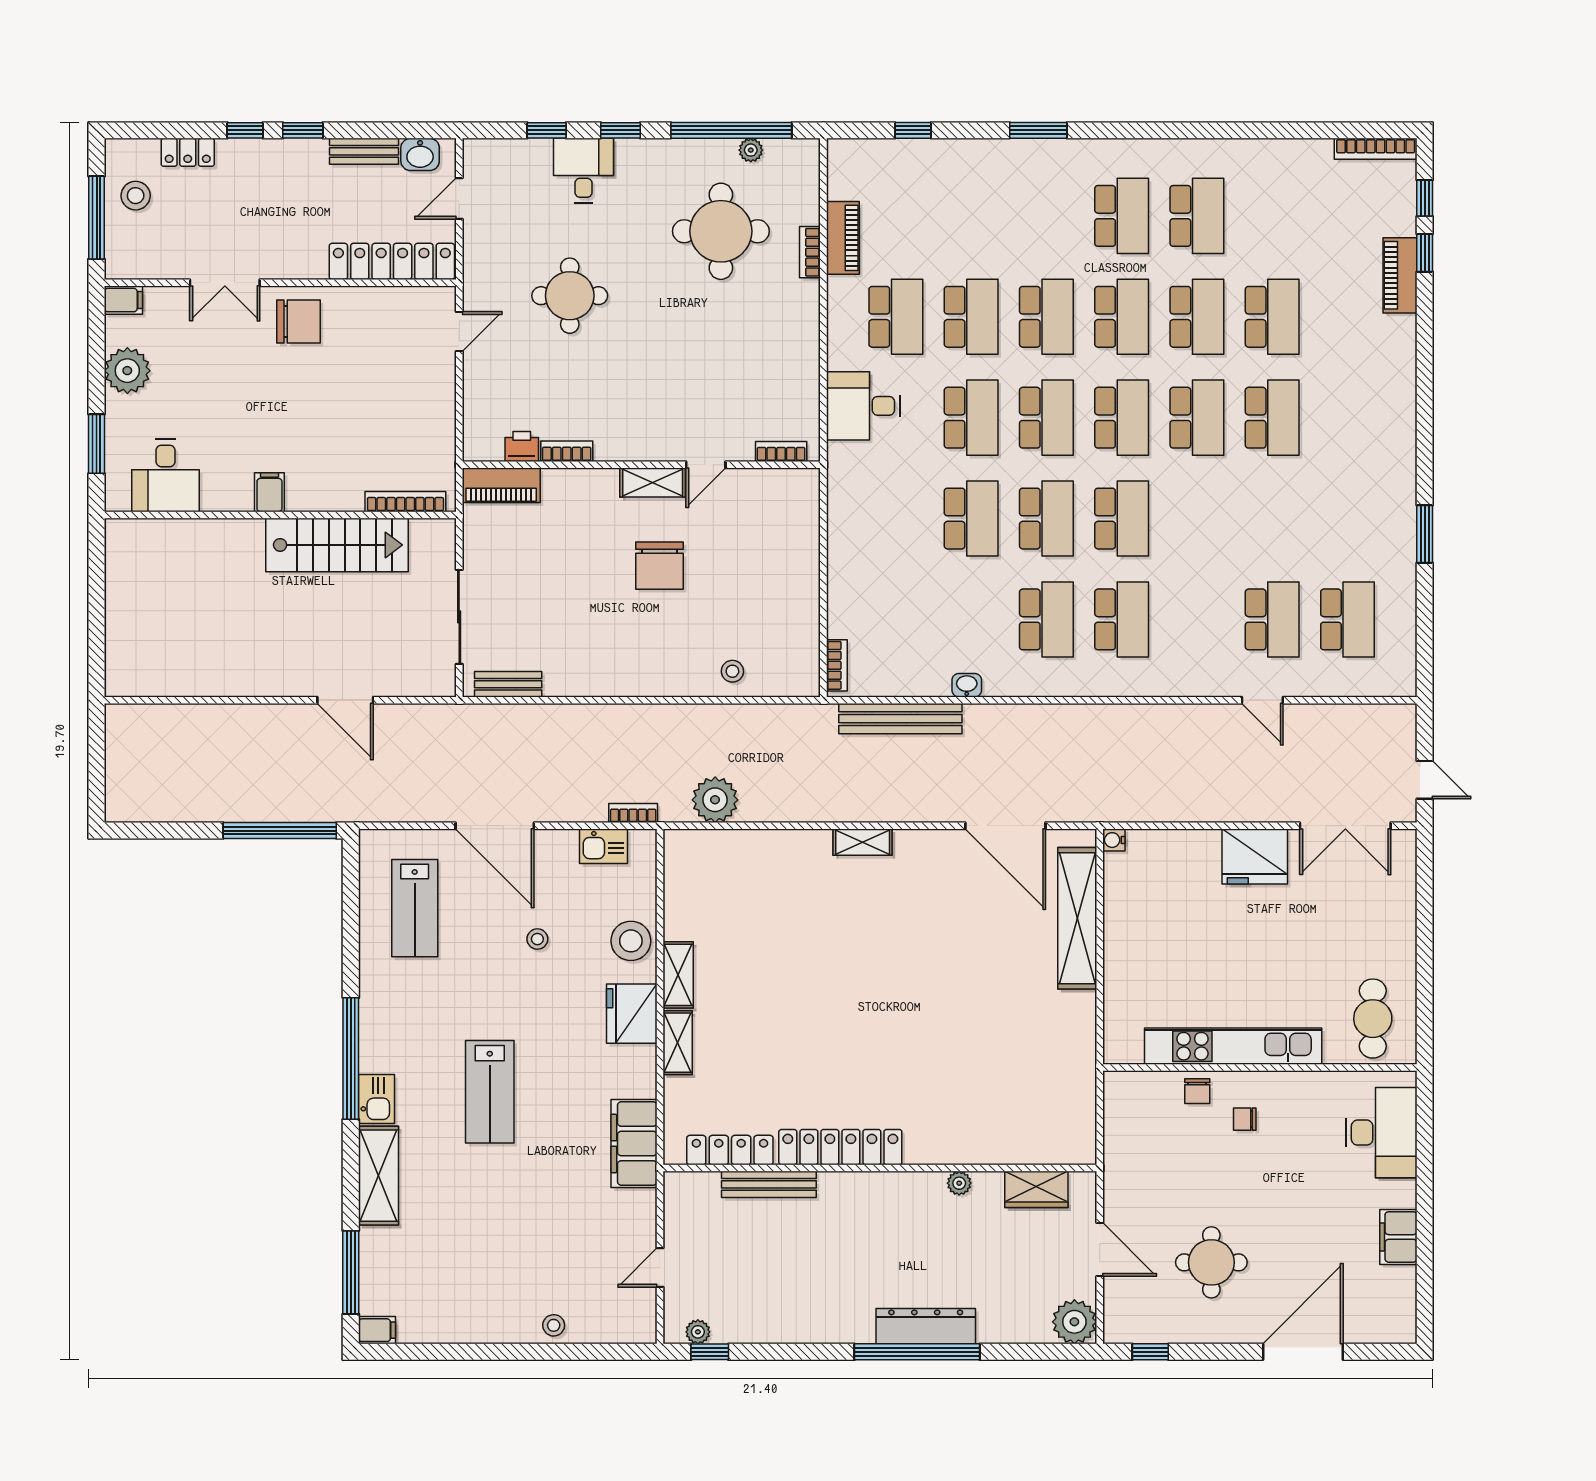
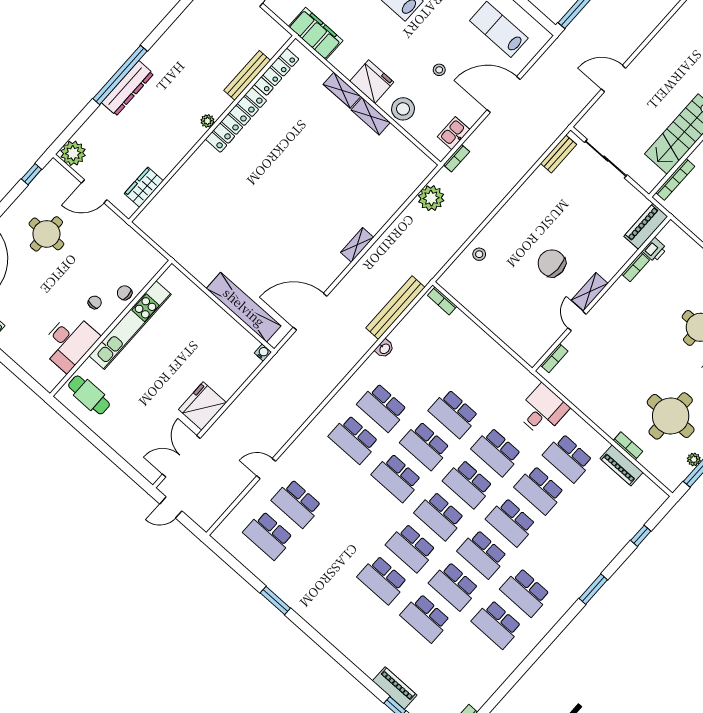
desk: (1381, 1133) -> (69, 342), moved, turned -90
plant: (959, 1183) -> (207, 121), moved

